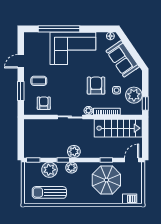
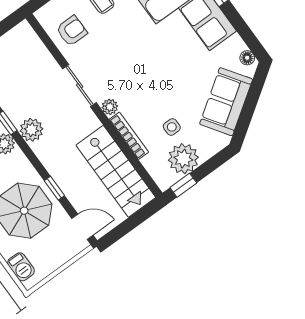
armchair: (96, 86) -> (156, 91), removed

